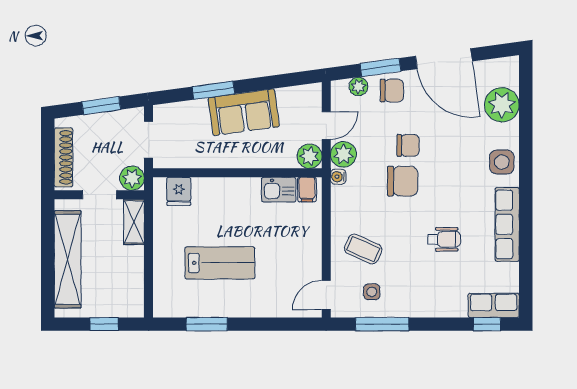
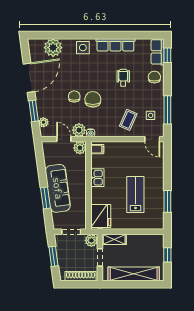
chair: (392, 91) -> (154, 77), moved
sofa: (244, 112) -> (58, 188), width x1.36
kitchen sink: (279, 190) -> (97, 178), moved
fridge: (179, 191) -> (101, 216), width x1.88, depth x1.34

